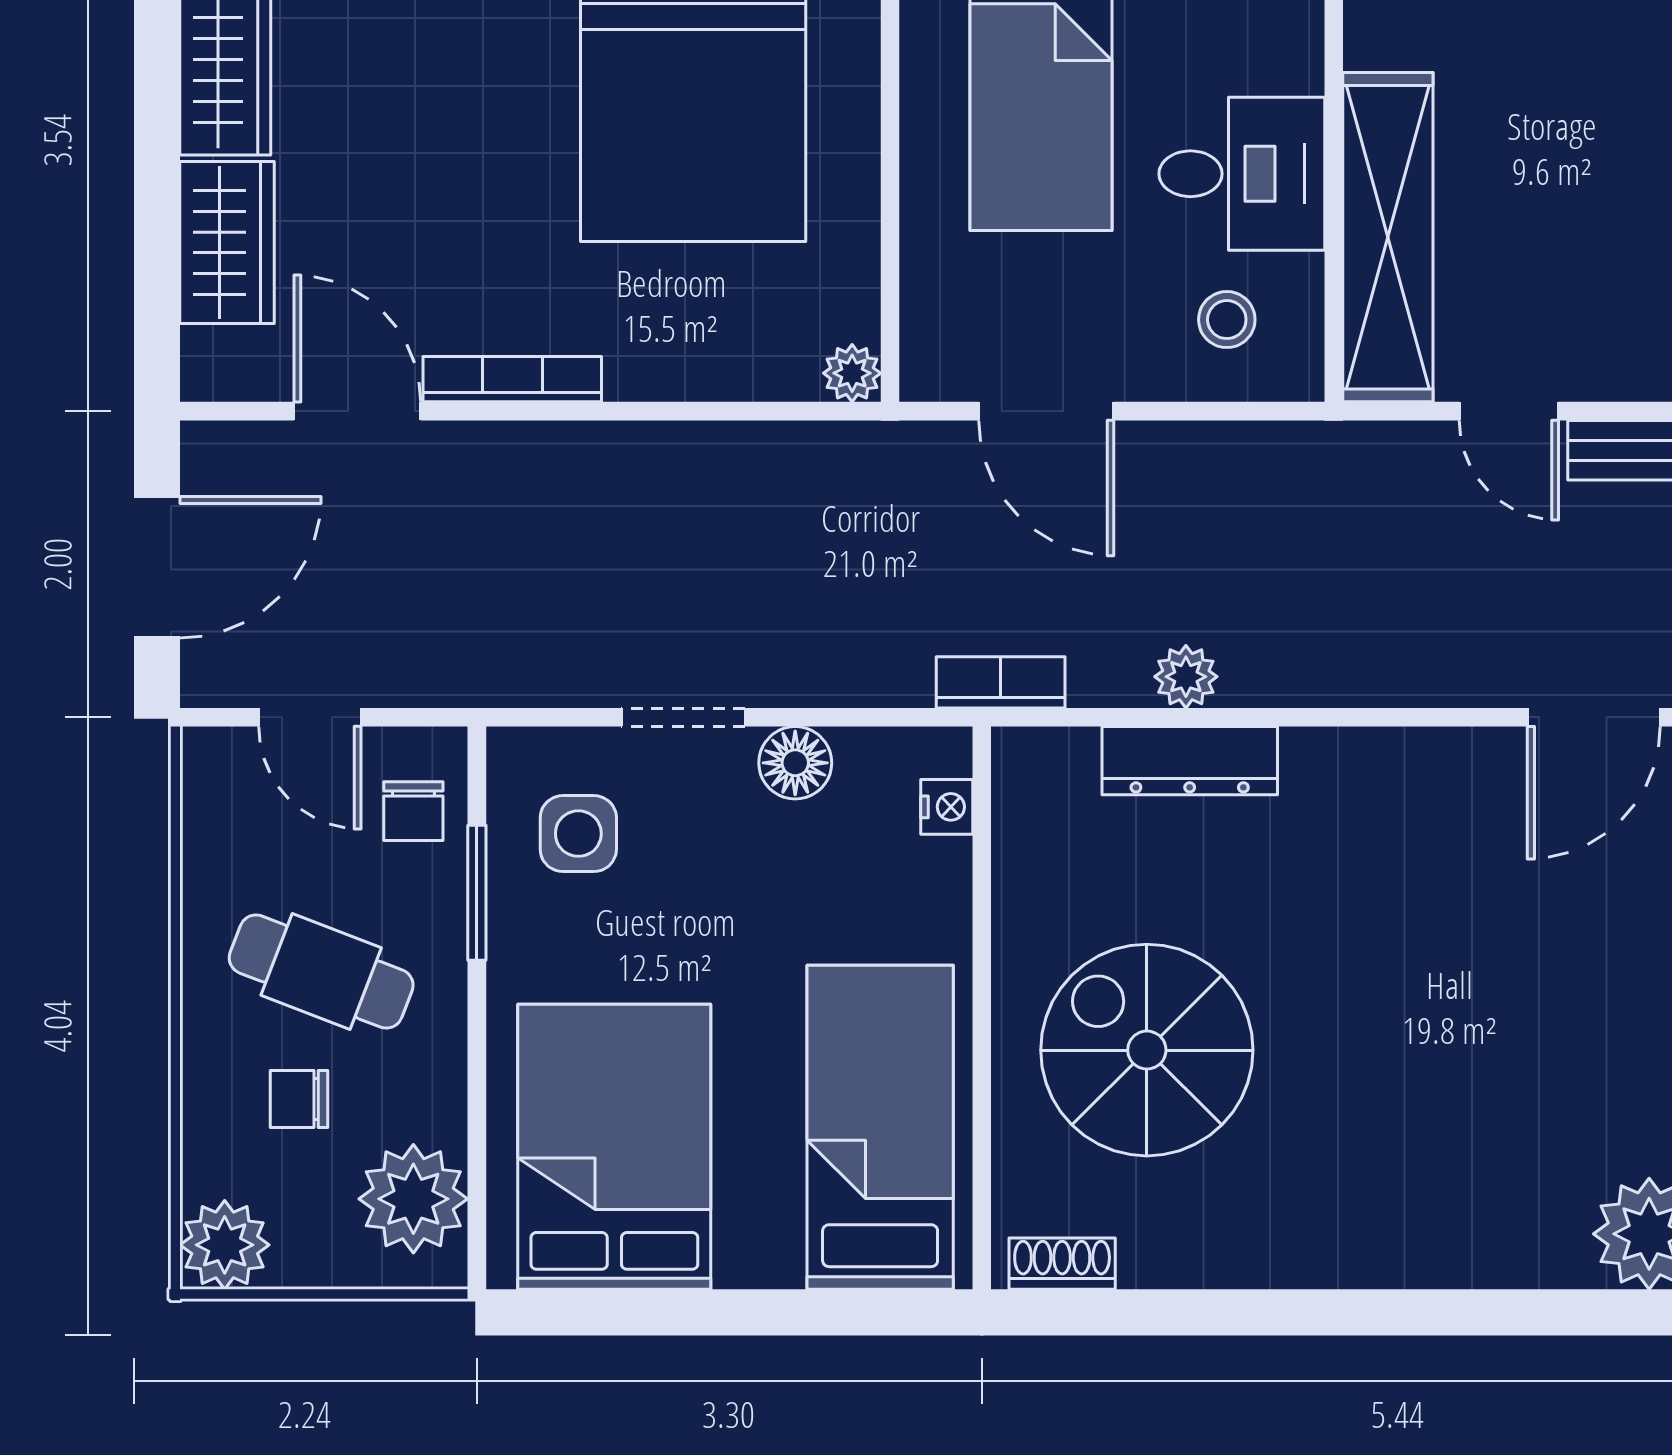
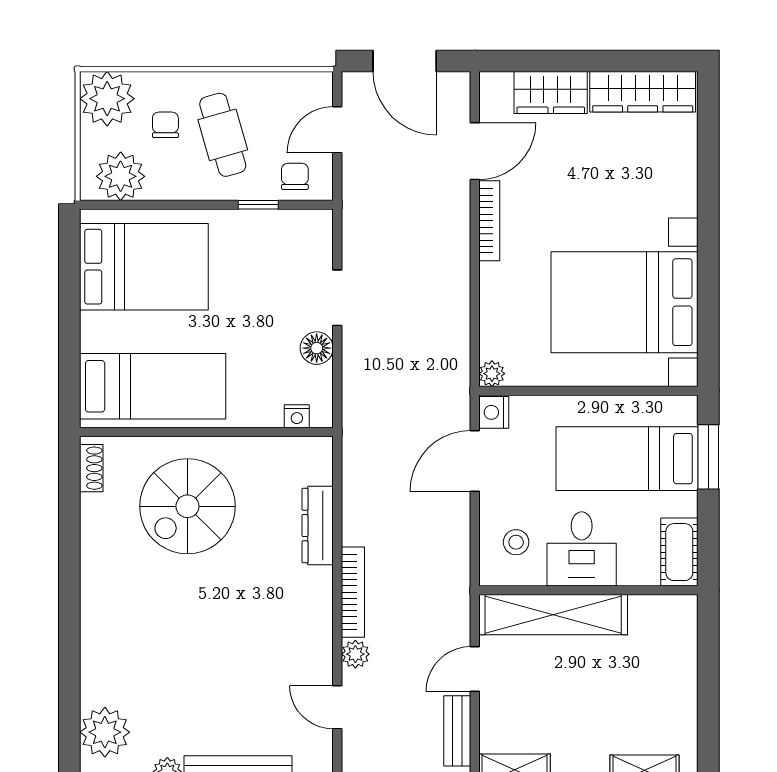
nightstand: (938, 369) -> (494, 412), added
plant: (1186, 677) -> (355, 654), moved
bookcase: (1001, 682) -> (353, 592), moved, width x1.56
door: (1594, 717) -> (337, 707), width x0.73
chair: (413, 811) -> (295, 176), turned 90
side table: (578, 834) -> (285, 251), removed
window: (477, 893) -> (258, 205), width x0.67
cafe table: (321, 972) -> (223, 135), turned -37
spiral stairs: (1147, 1050) -> (187, 506), turned 180
plant: (225, 1245) -> (107, 99), width x1.36, depth x1.36

